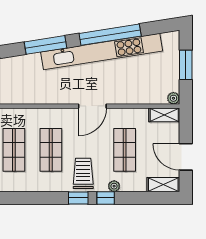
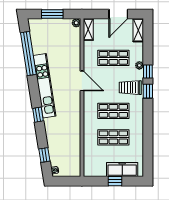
window: (110, 35) -> (28, 53), moved
window: (46, 45) -> (38, 115), width x0.46
kitchen unit: (102, 52) -> (45, 86), width x0.73

